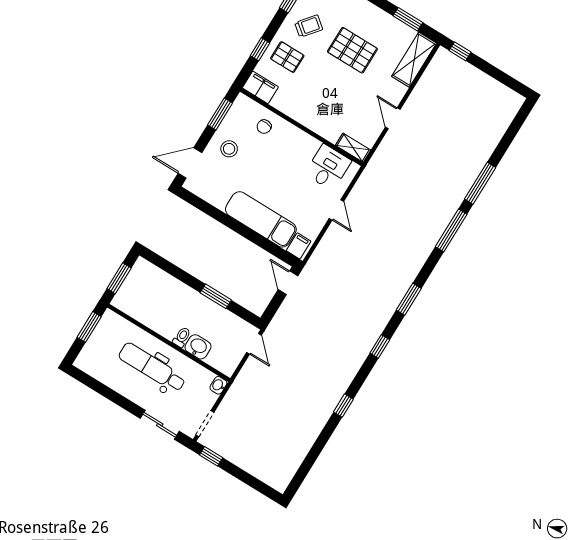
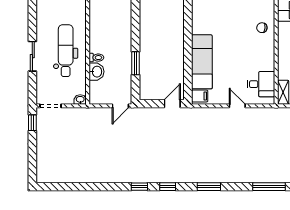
stool: (229, 149) -> (234, 14), removed
door: (336, 210) -> (237, 106), swing flipped
window: (343, 406) -> (139, 187), moved
sliding door: (160, 425) -> (32, 56), moved

